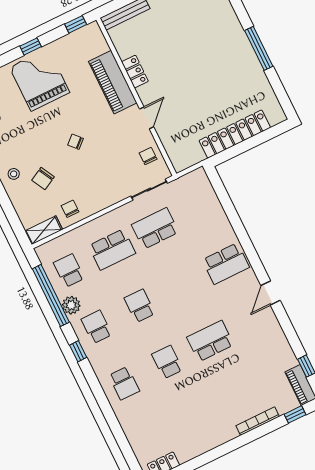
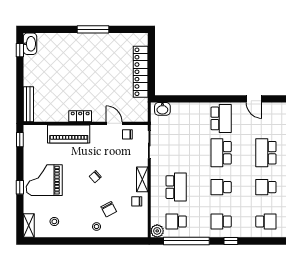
window: (31, 46) -> (20, 187), moved
locker: (135, 72) -> (80, 116), moved
door: (147, 118) -> (114, 123), moved
washbasin: (202, 184) -> (162, 109), added
school desk: (155, 228) -> (221, 153), moved
shelving: (44, 230) -> (142, 179), moved
plant: (71, 305) -> (157, 231), moved

